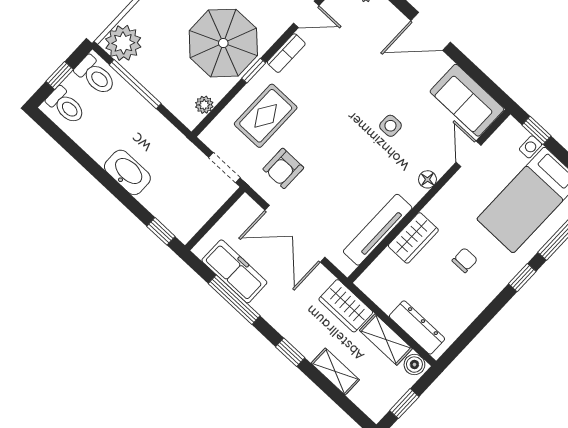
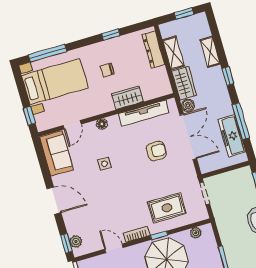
armchair: (283, 168) -> (156, 151), moved
window: (522, 278) -> (111, 35), moved
boiler: (414, 365) -> (188, 105), moved

